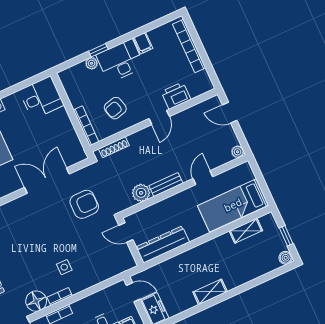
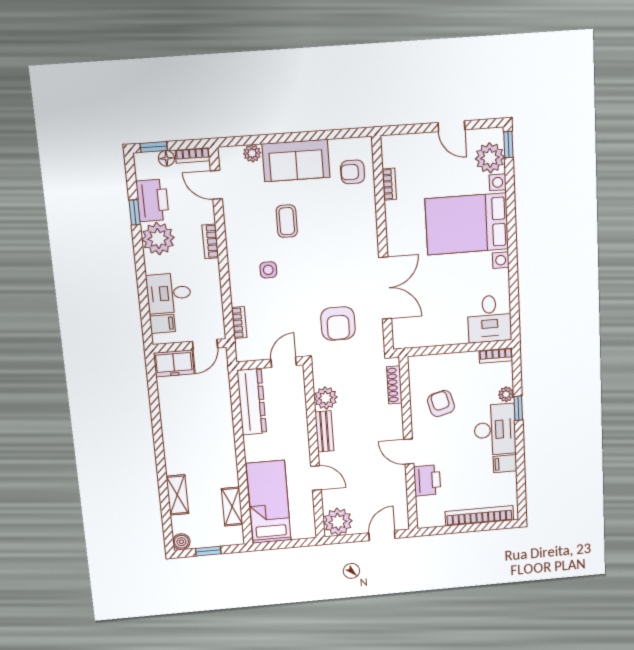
bookcase: (86, 126) -> (496, 356), moved, width x0.64
plant: (238, 152) -> (338, 522), width x1.87, depth x1.87
coffee table: (26, 267) -> (287, 221), added
shelving: (210, 292) -> (177, 495), moved
bookcase: (60, 296) -> (239, 323), moved
floor lamp: (36, 301) -> (238, 218), removed

